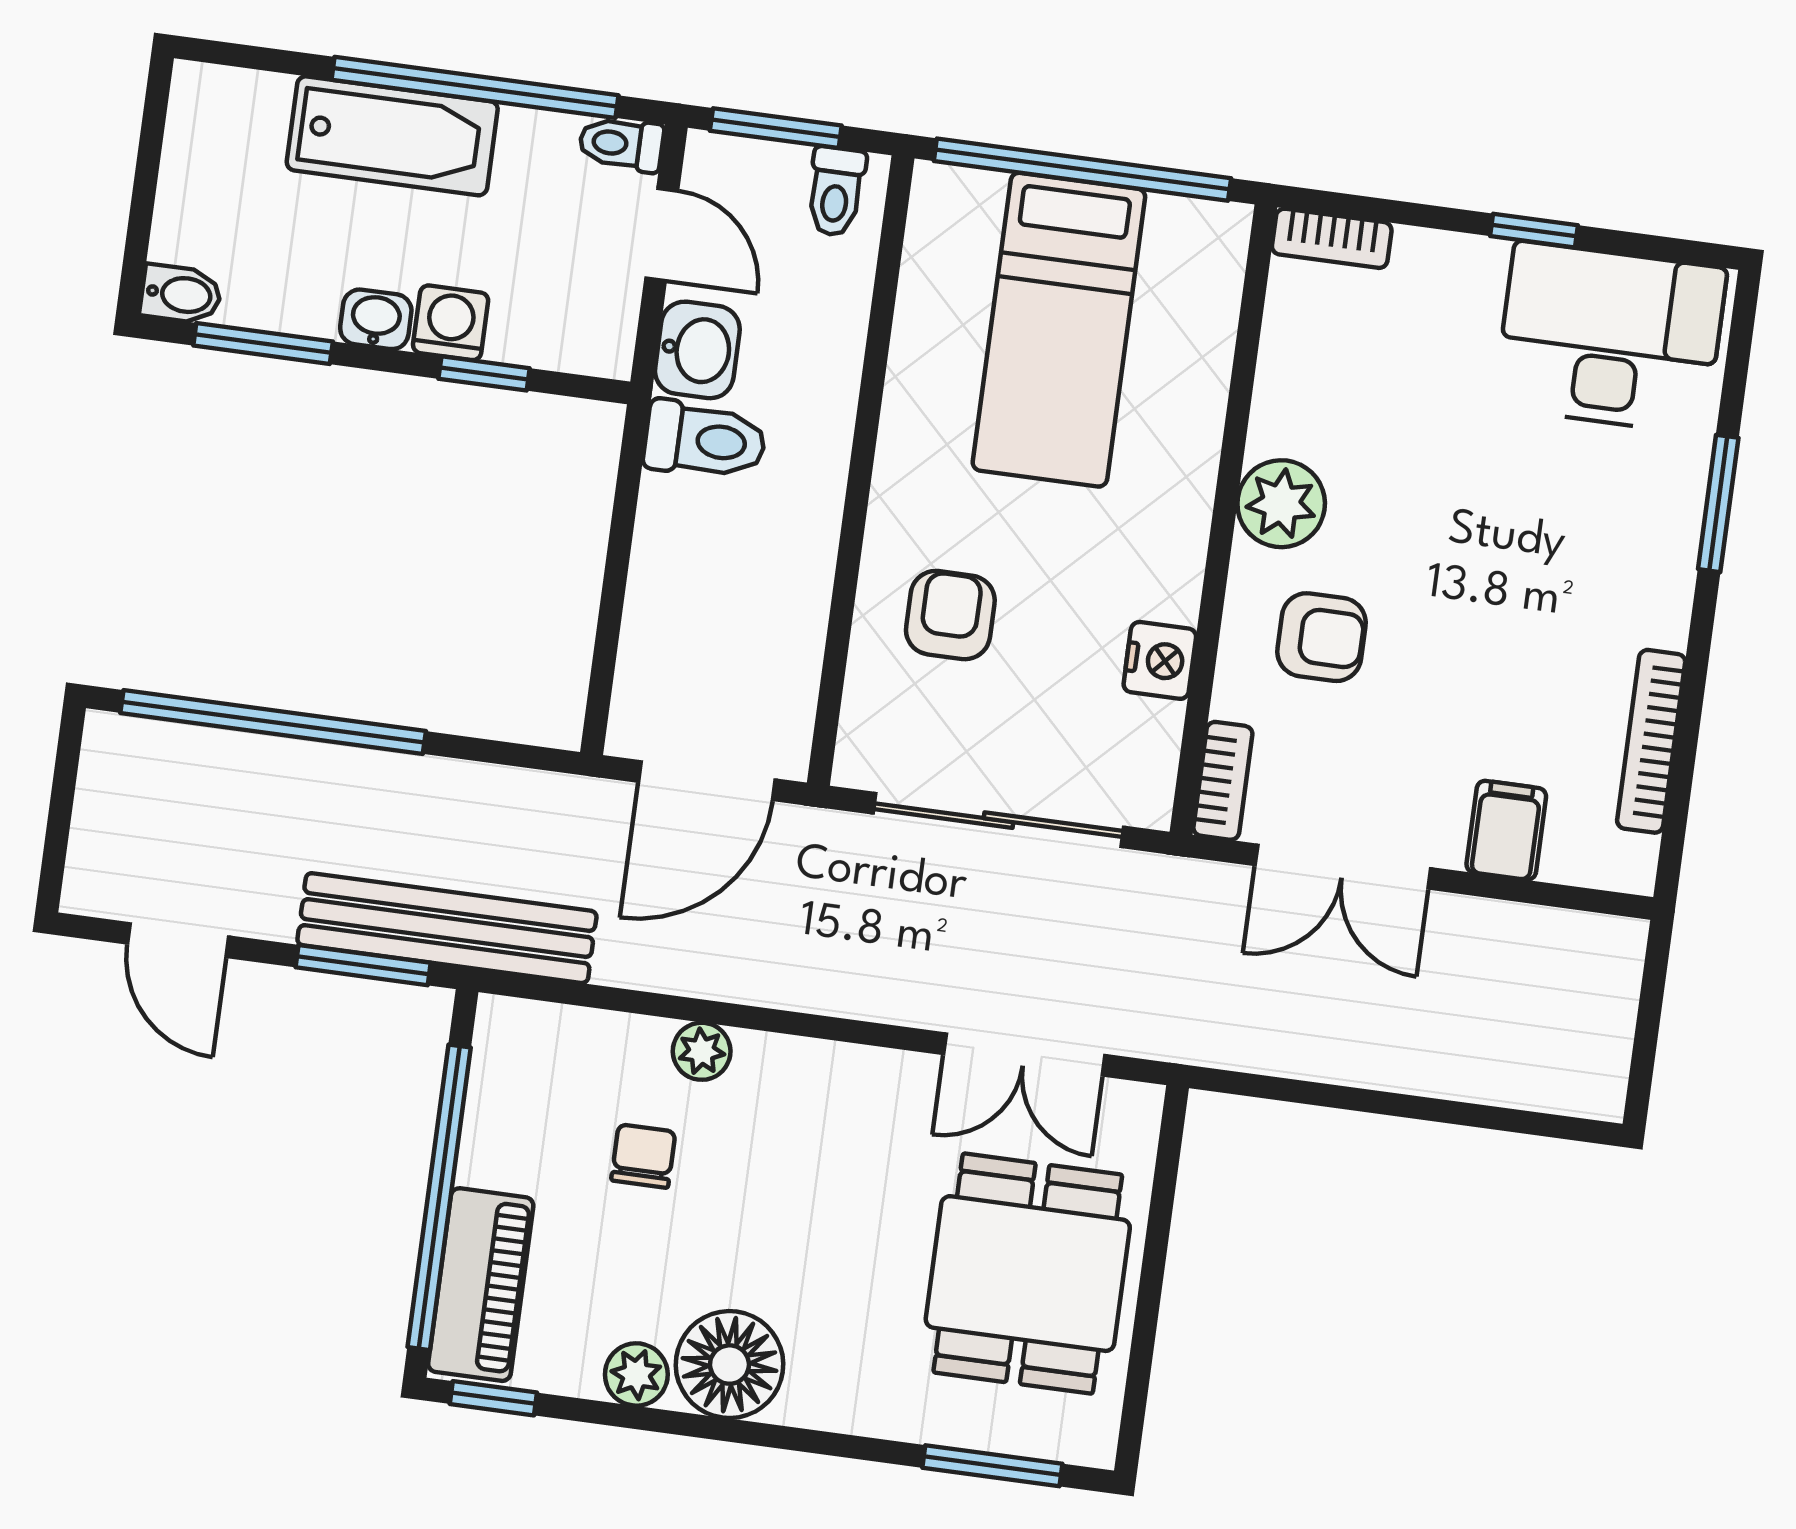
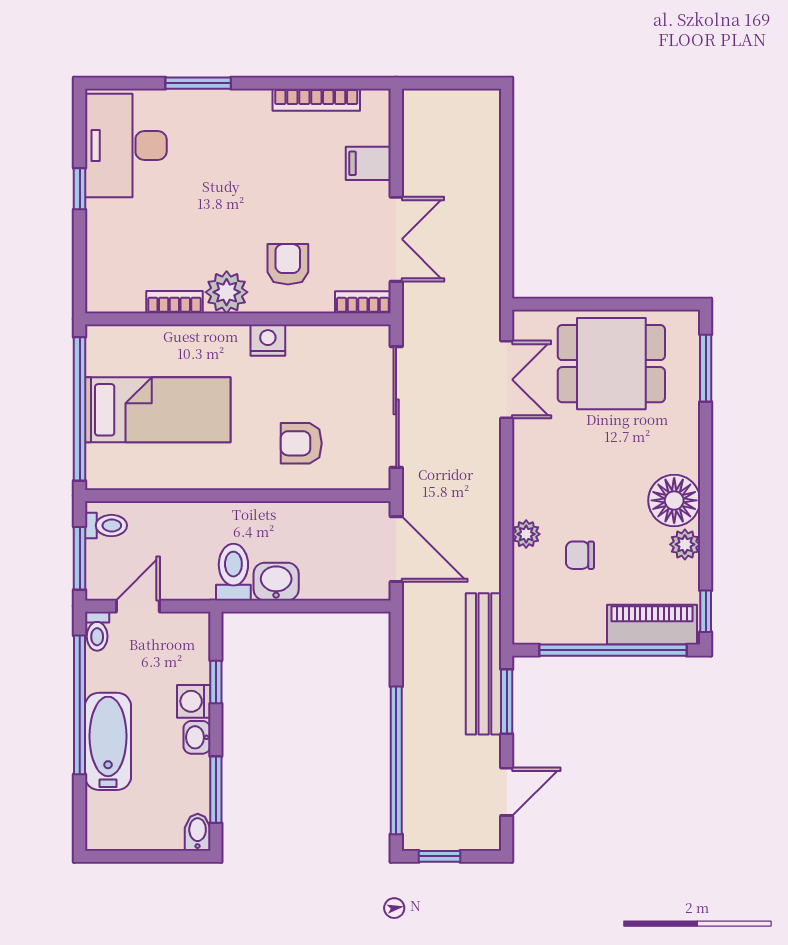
bookcase: (1332, 238) -> (174, 302), moved, turned -90
washbasin: (697, 350) -> (276, 582), moved
nightstand: (1160, 660) -> (268, 340), moved
window: (64, 784) -> (440, 856), added

